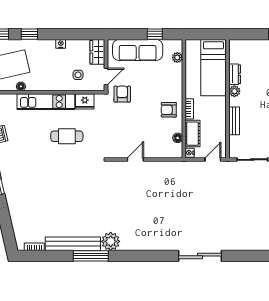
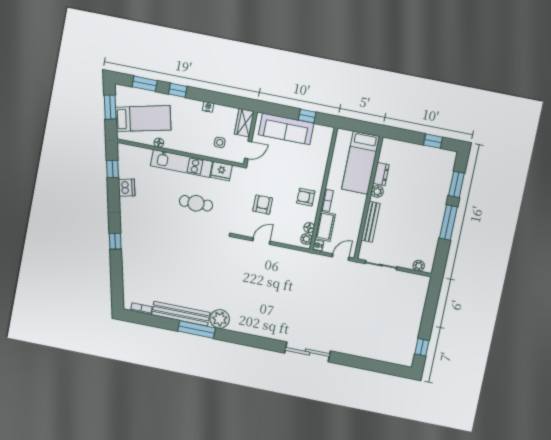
plant: (177, 57) -> (306, 239), moved
armchair: (122, 94) -> (263, 205), moved
bench: (234, 121) -> (371, 222), width x1.36

